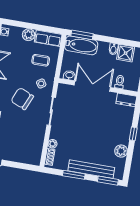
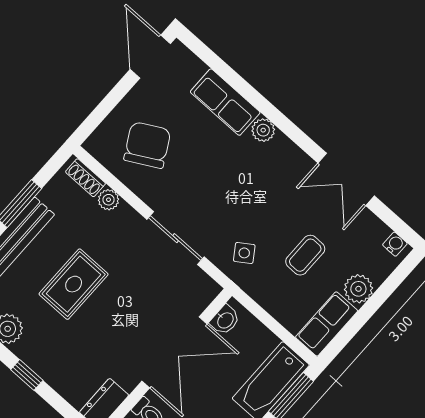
coffee table: (41, 60) -> (305, 255), moved
chair: (22, 99) -> (147, 145), moved, turned -52
rug: (90, 137) -> (74, 284), added

